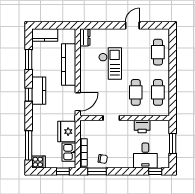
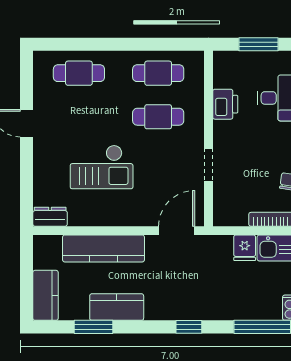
checkout: (110, 64) -> (102, 167), turned 180
kitchen counter: (39, 91) -> (117, 307), moved
window: (29, 95) -> (189, 327), moved
door: (78, 102) -> (177, 231), hinge flipped
fridge: (67, 132) -> (245, 248), width x0.53, depth x0.75

